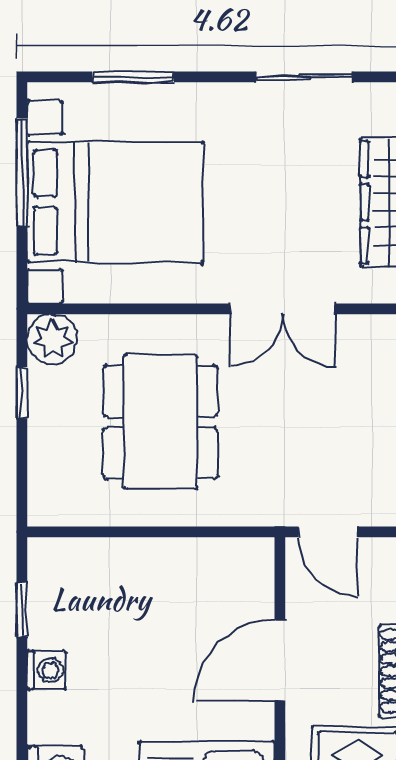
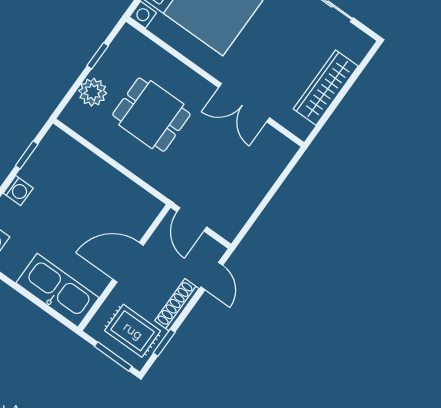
plant: (52, 339) -> (93, 92), moved
dining table: (161, 422) -> (151, 115), width x0.73

